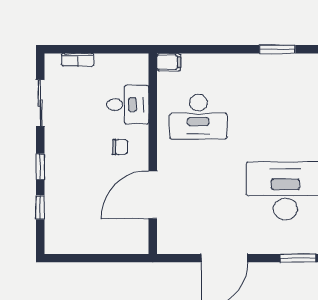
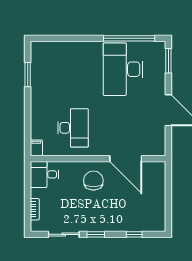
desk: (128, 105) -> (44, 174), moved, turned -90
chair: (120, 147) -> (93, 181), width x1.87, depth x1.87
window: (40, 167) -> (96, 234), moved

